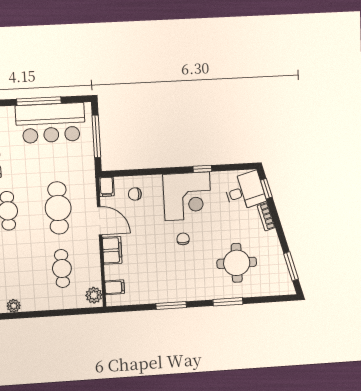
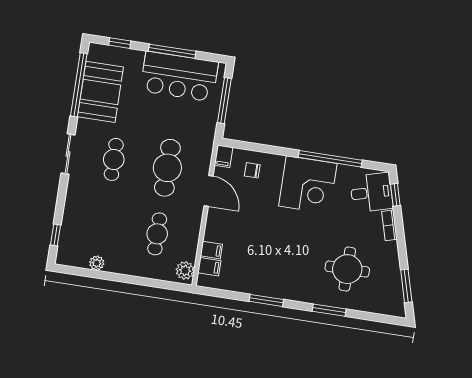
window: (202, 169) -> (330, 159), width x3.17
chair: (183, 239) -> (294, 230), removed
filing cabinet: (112, 250) -> (211, 250), moved, width x0.50

